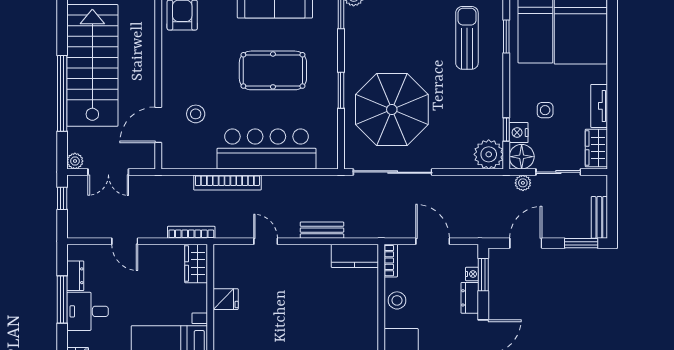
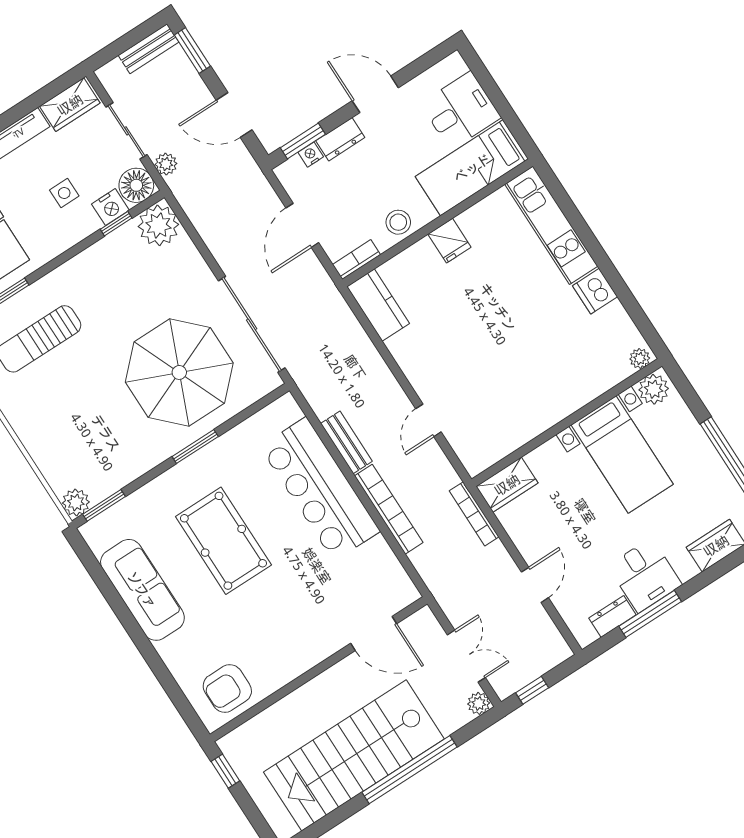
stool: (196, 114) -> (333, 598), removed
bench: (322, 230) -> (346, 442), moved
fridge: (226, 299) -> (449, 241), moved, turned 180

